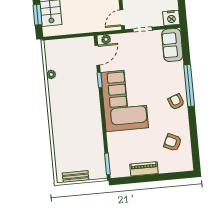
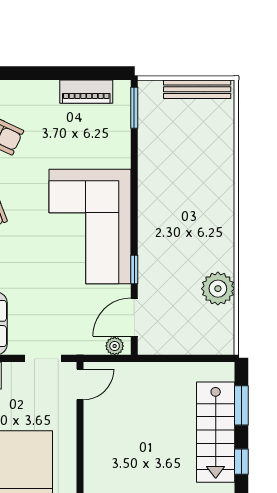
plant: (51, 74) -> (218, 289), width x1.87, depth x1.87
piano: (144, 169) -> (86, 92), moved
bench: (76, 176) -> (197, 89), width x1.36

